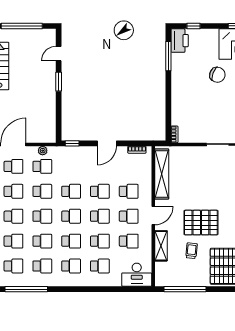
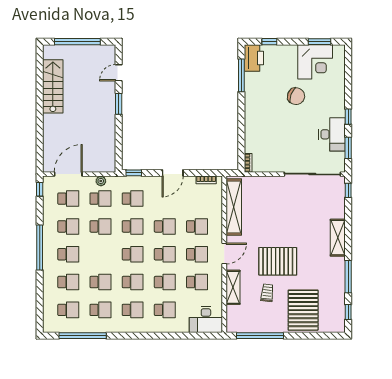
school desk: (42, 216) -> (133, 199), moved

